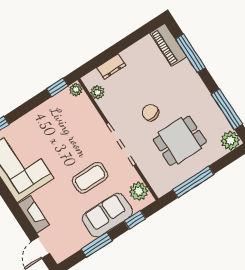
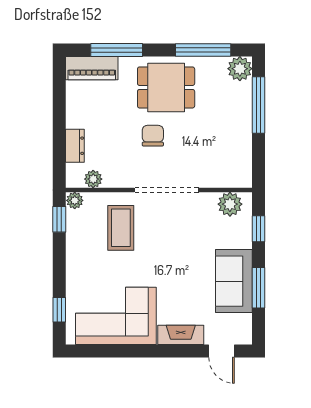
chair: (150, 113) -> (153, 136), turned 103
dining table: (180, 141) -> (166, 87), moved, turned 90
coffee table: (90, 178) -> (121, 228), moved
window: (193, 182) -> (258, 105), moved
sofa: (107, 215) -> (234, 281), moved

